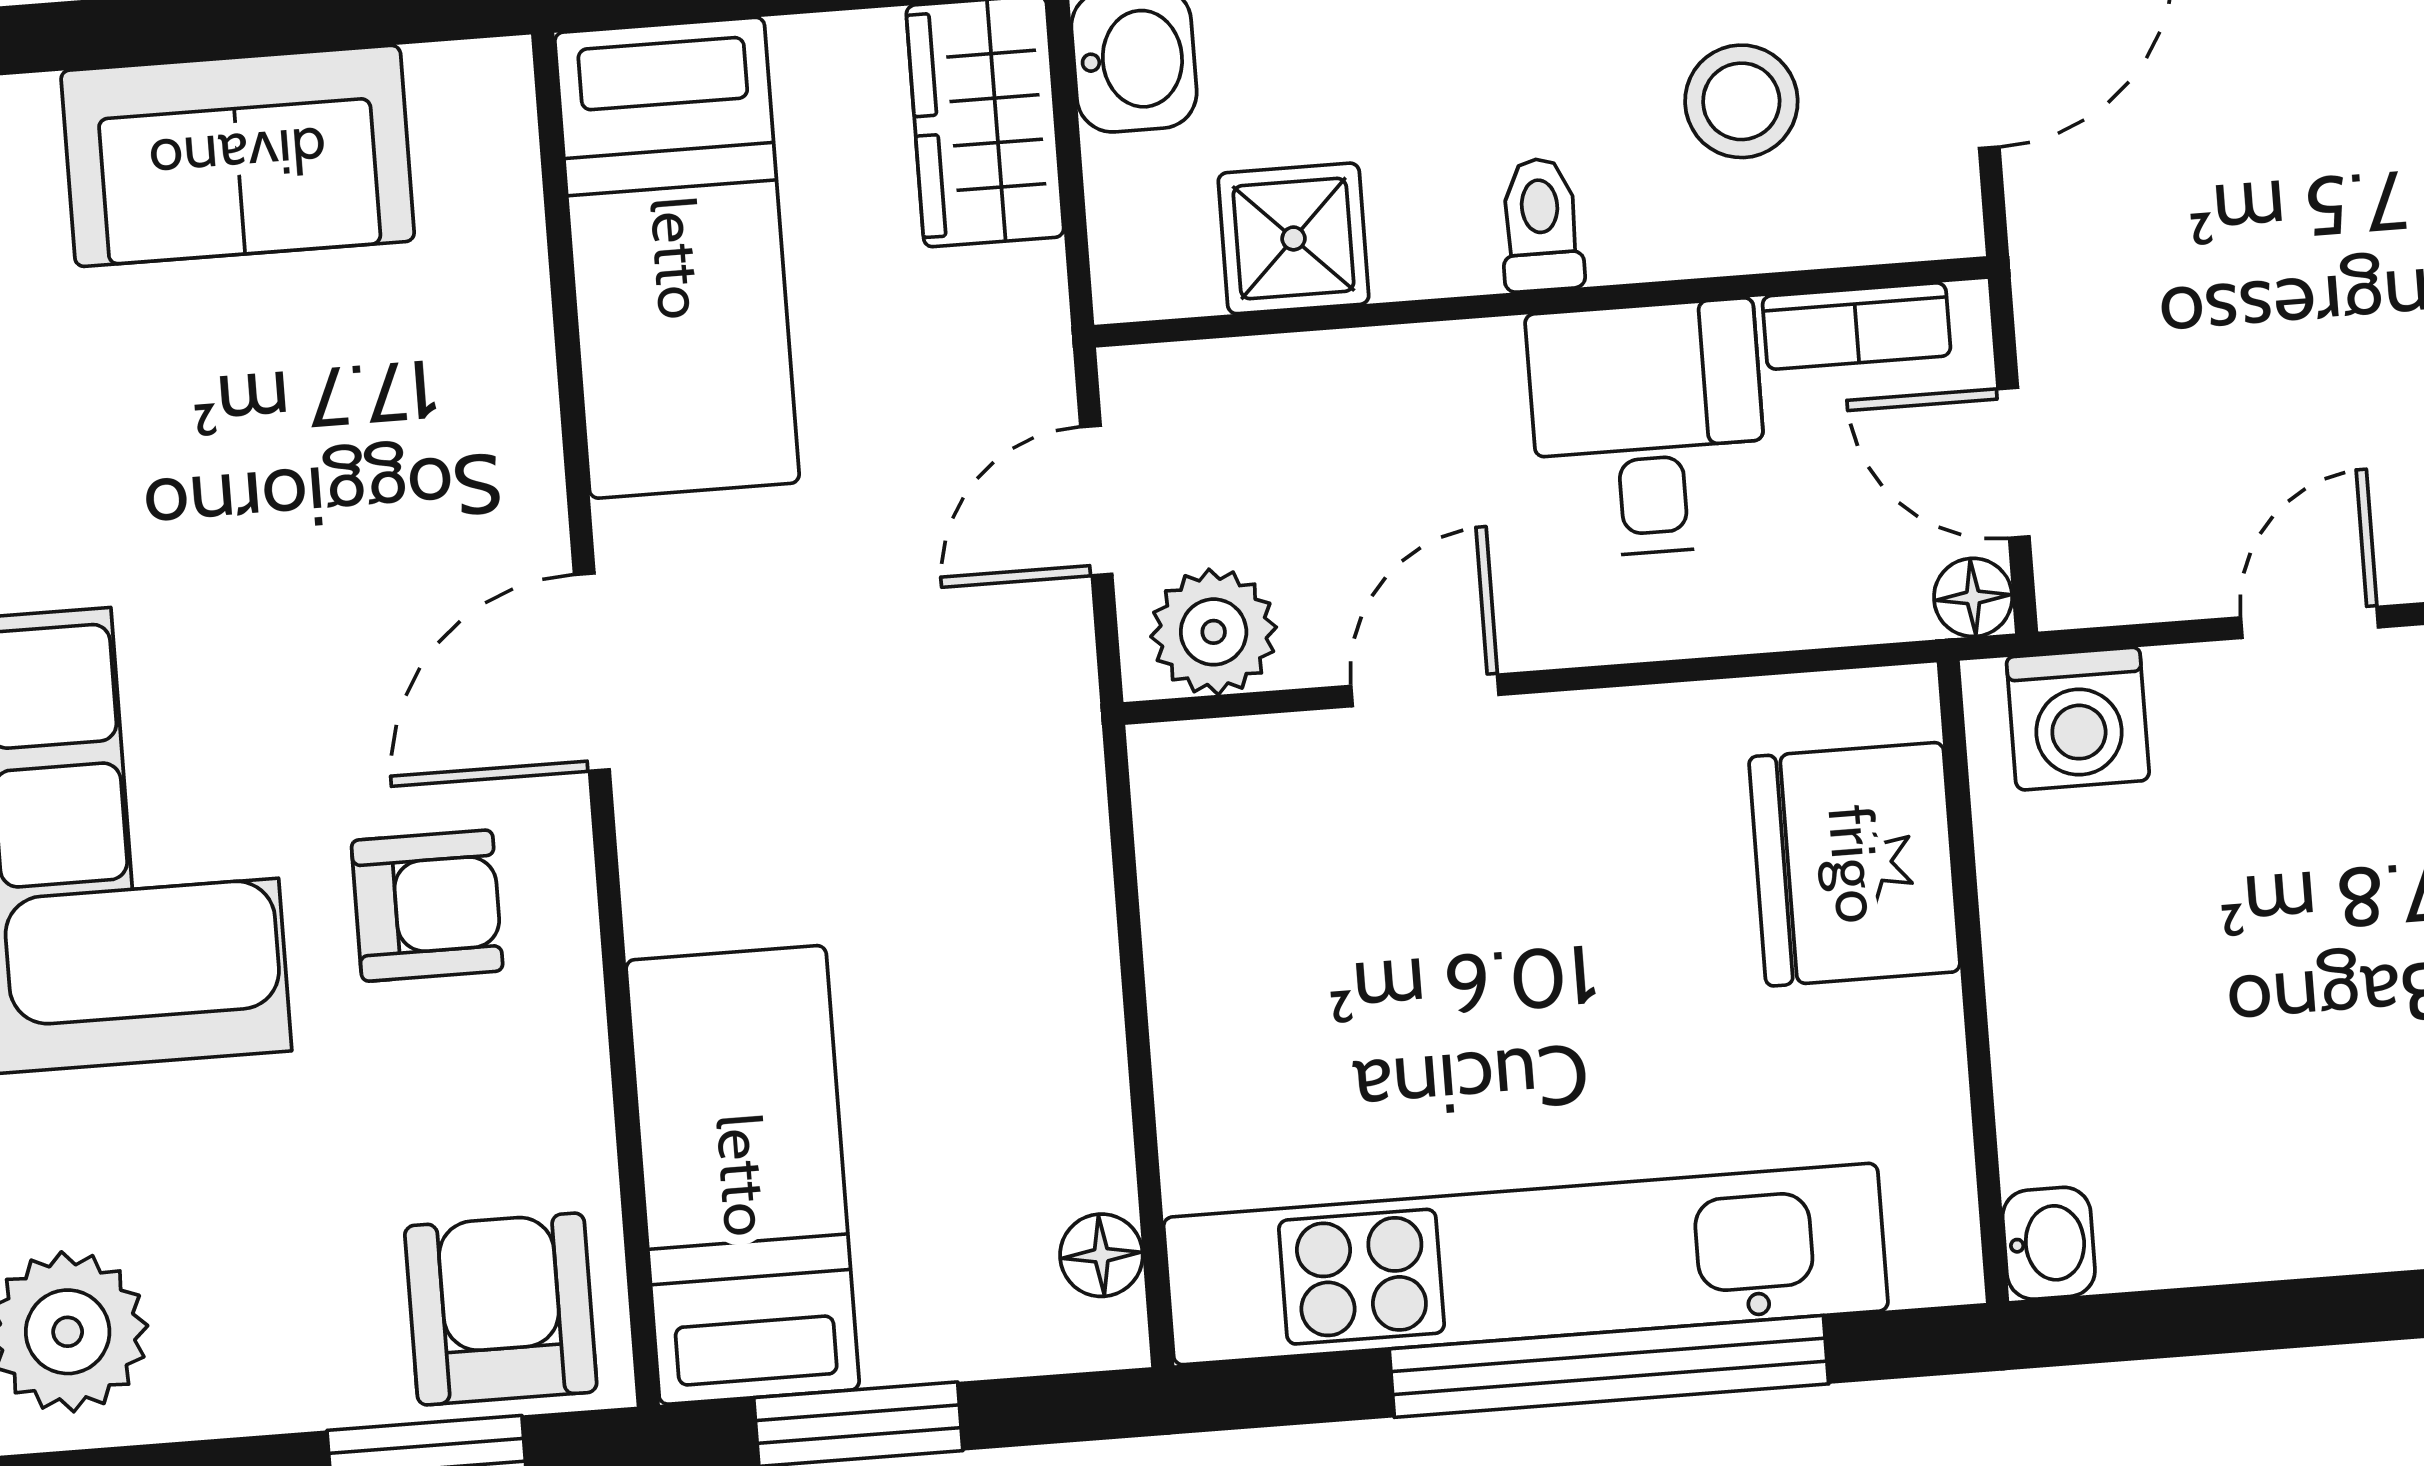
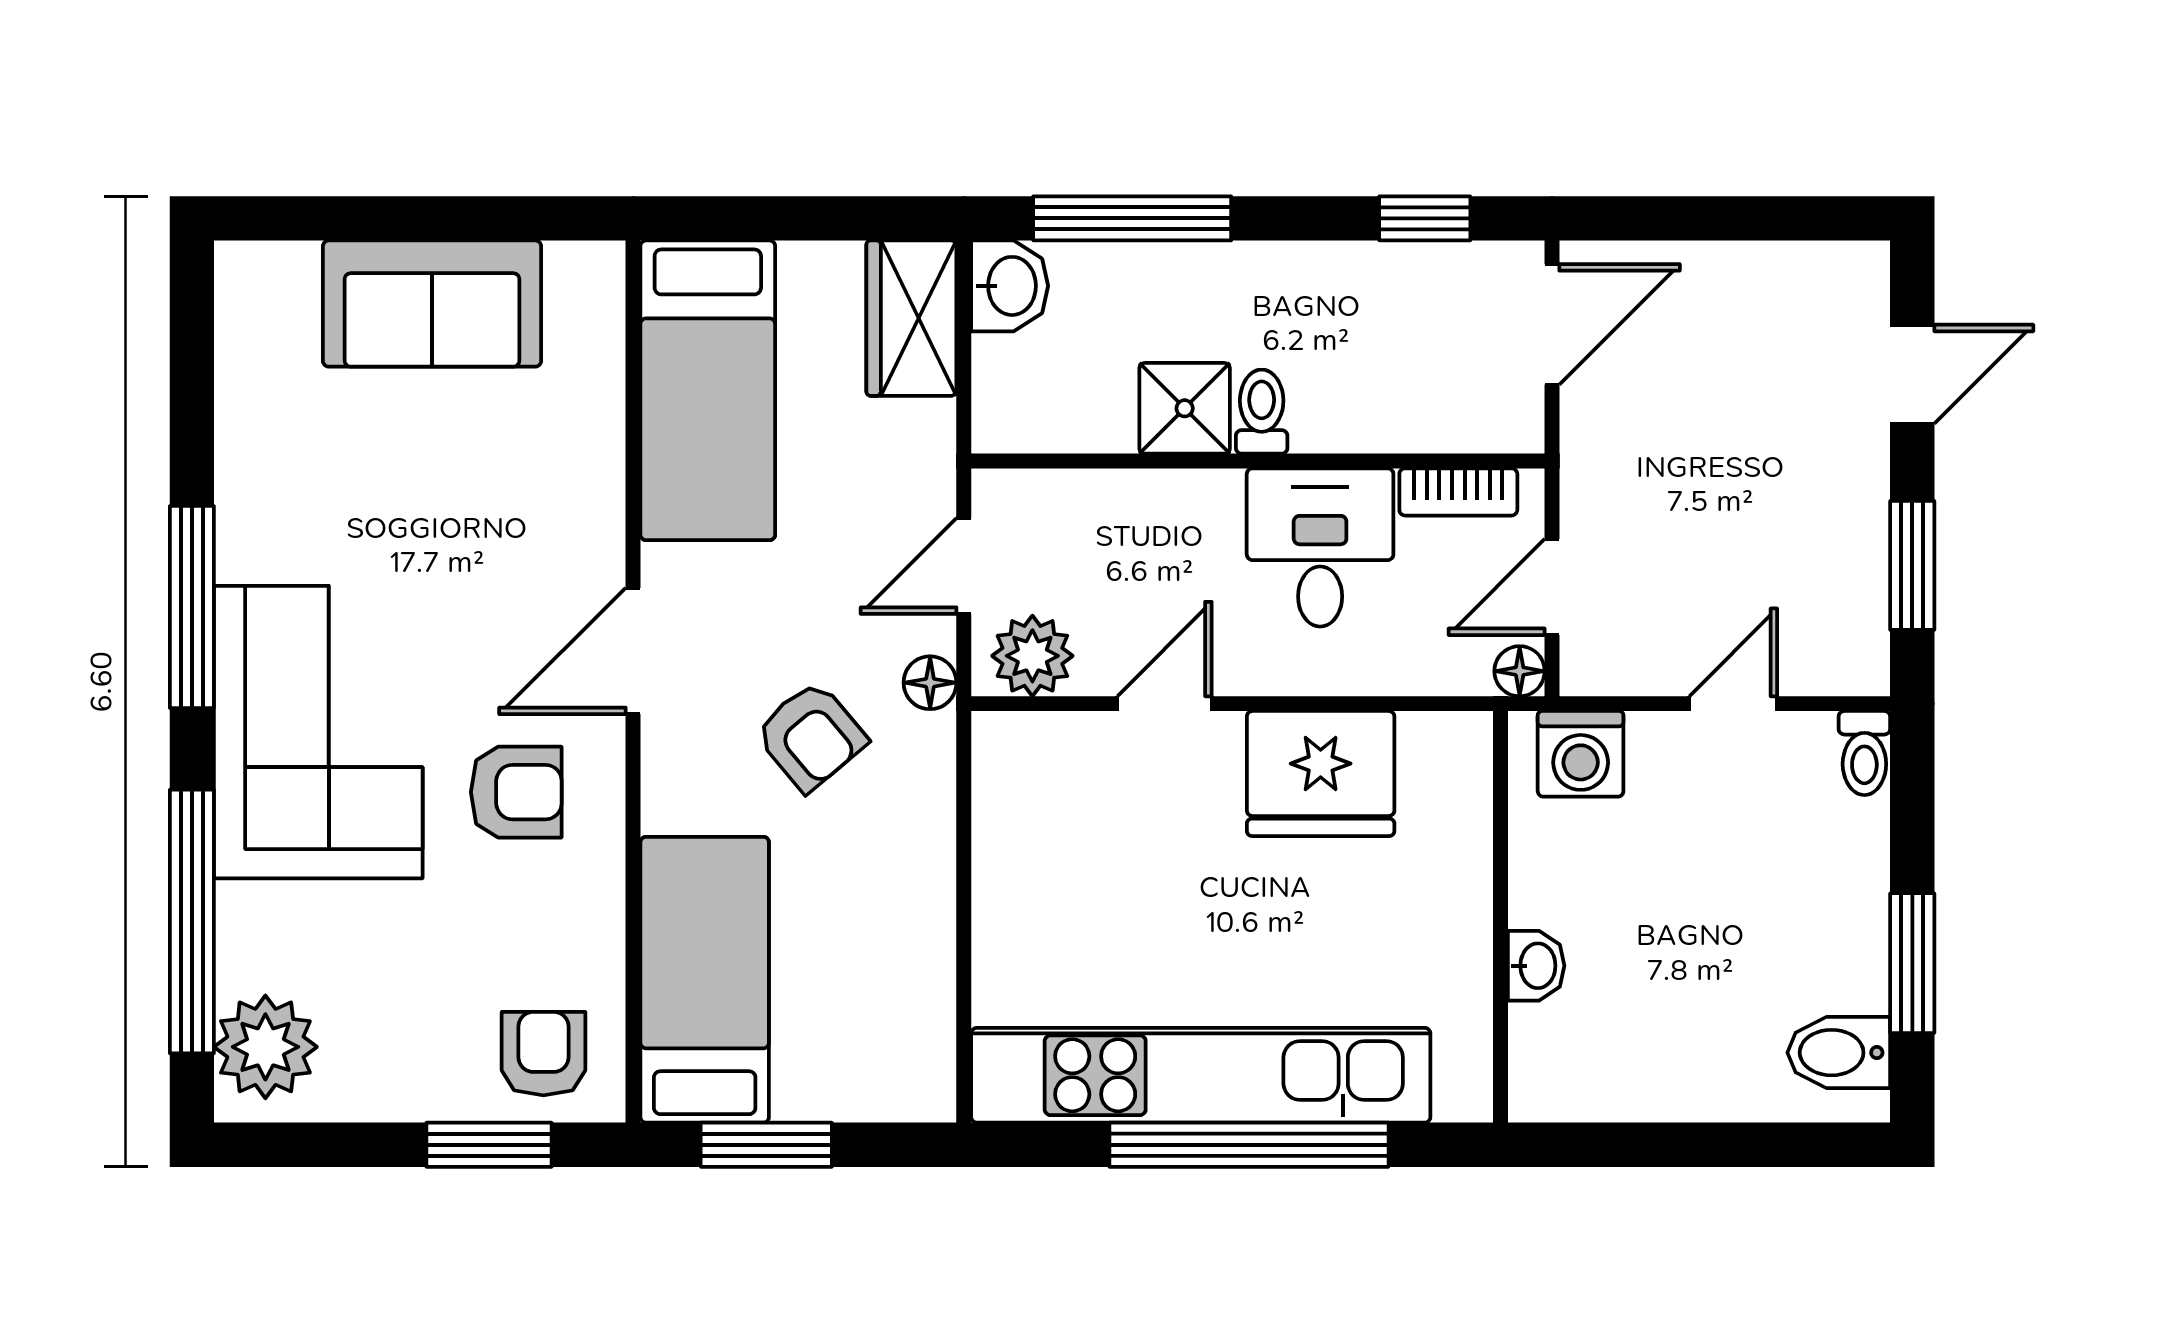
stool: (1741, 101) -> (1396, 343), removed
shower: (1294, 238) -> (1185, 408), moved
door: (2014, 463) -> (1552, 587), hinge flipped
armchair: (878, 783) -> (811, 736), added
fridge: (1855, 864) -> (1321, 774), moved, turned -90
washbasin: (2049, 1243) -> (1536, 966), moved
floor lamp: (1101, 1255) -> (930, 683), moved
armchair: (501, 1309) -> (543, 1054), width x0.72, depth x0.72

